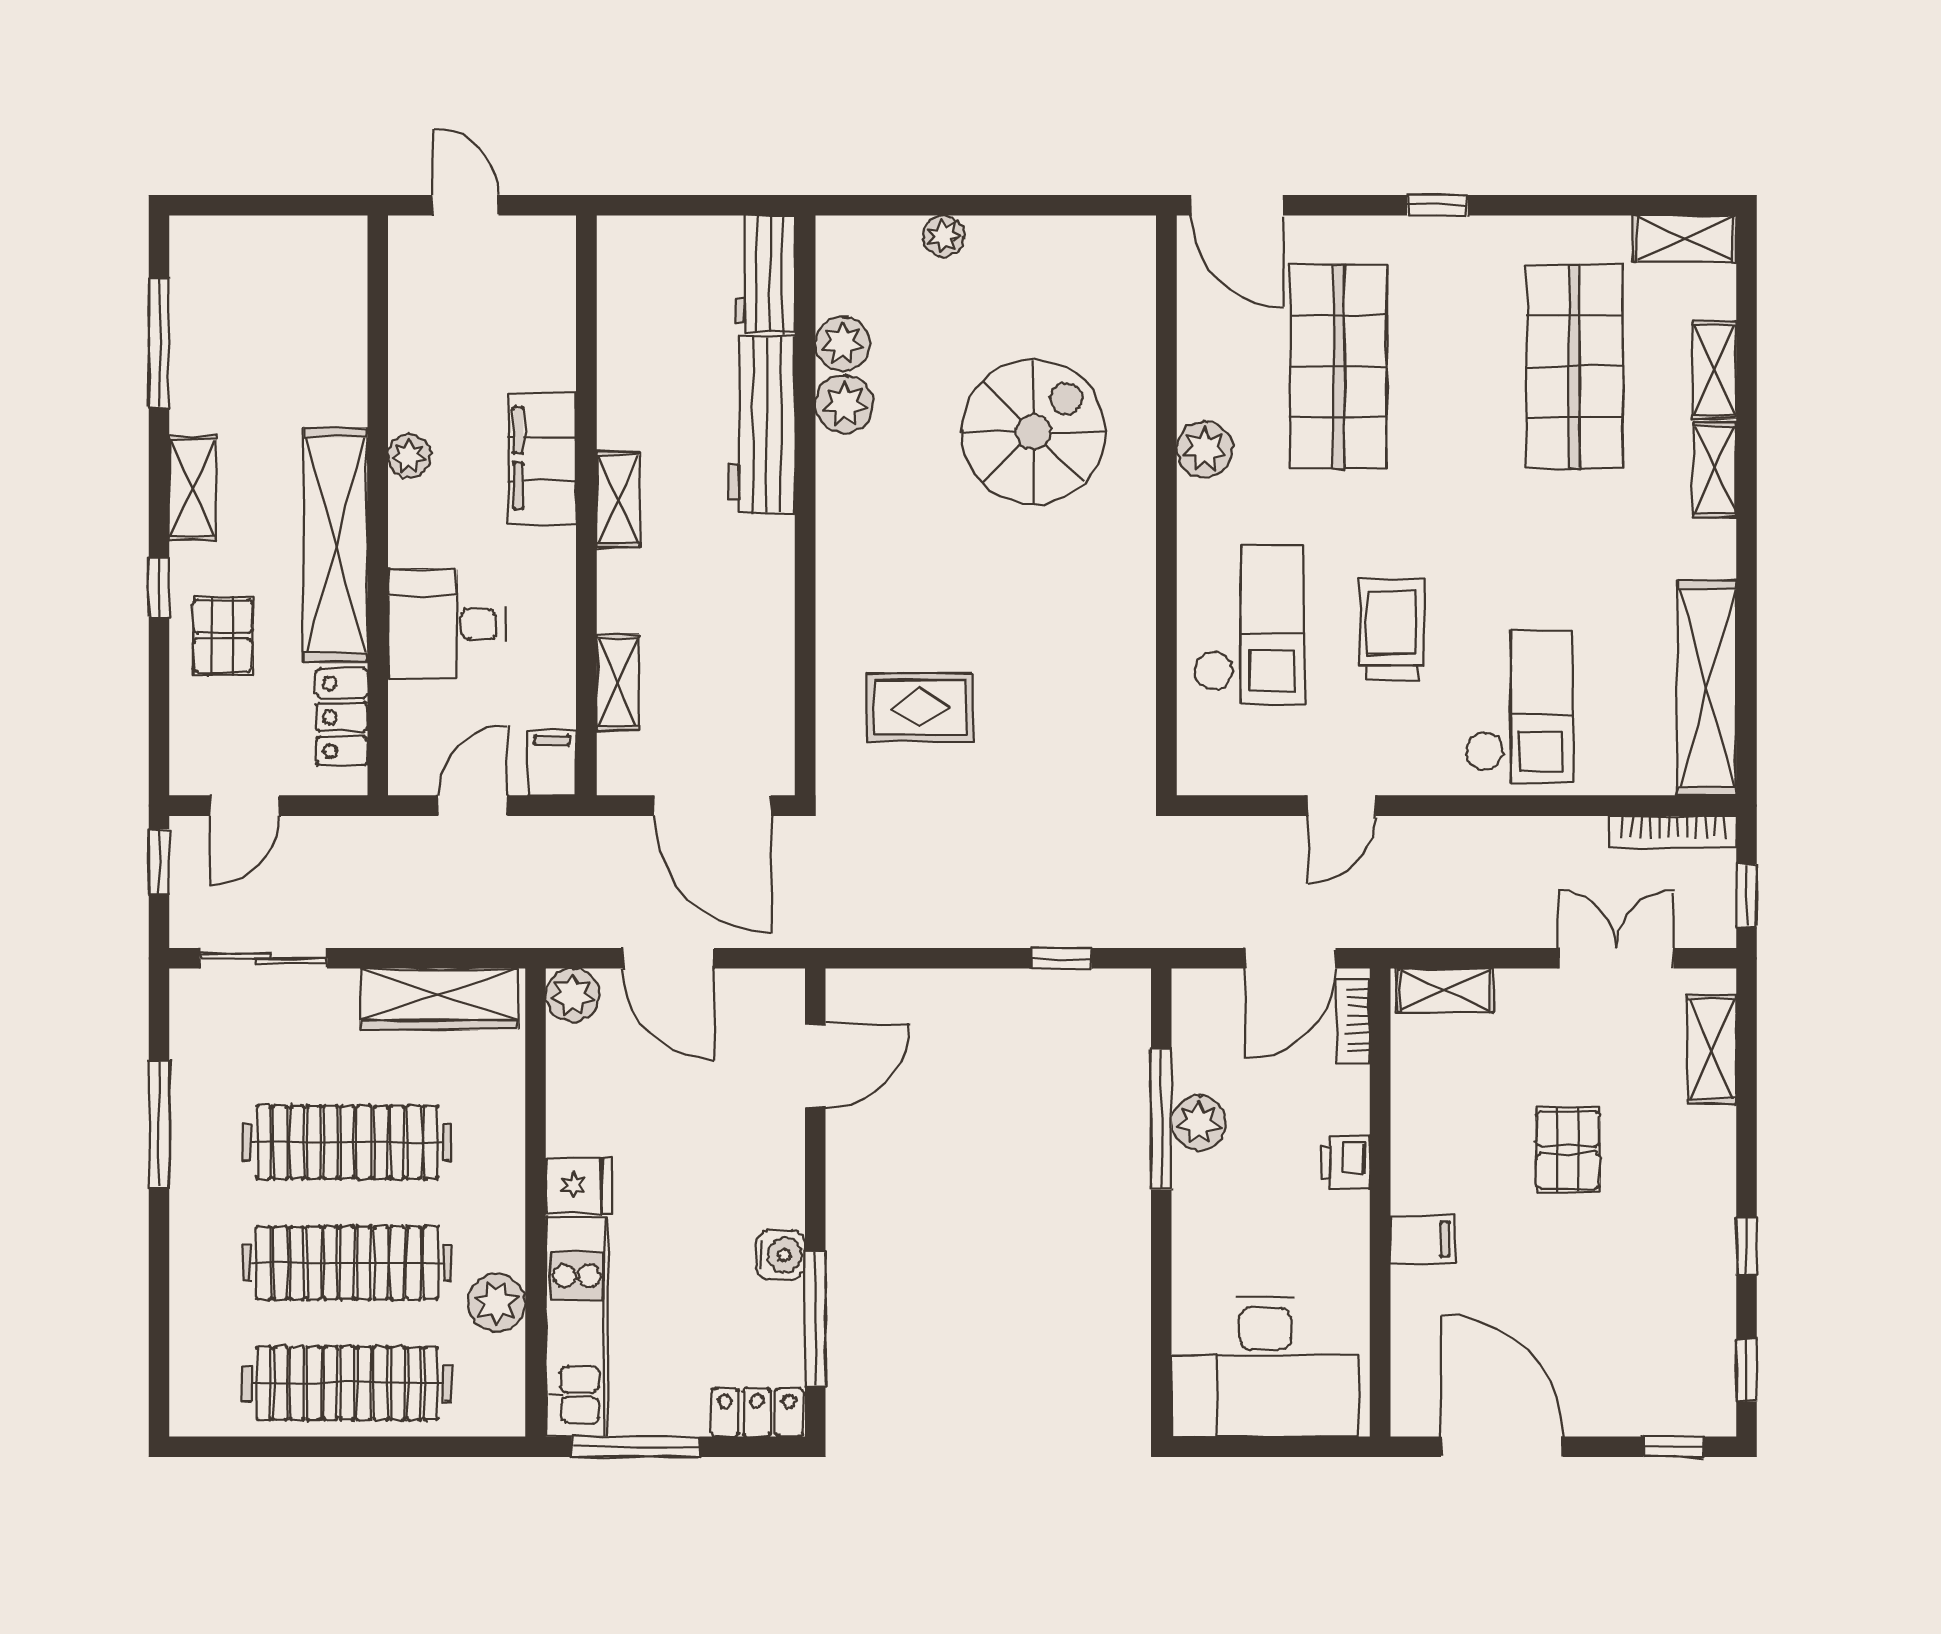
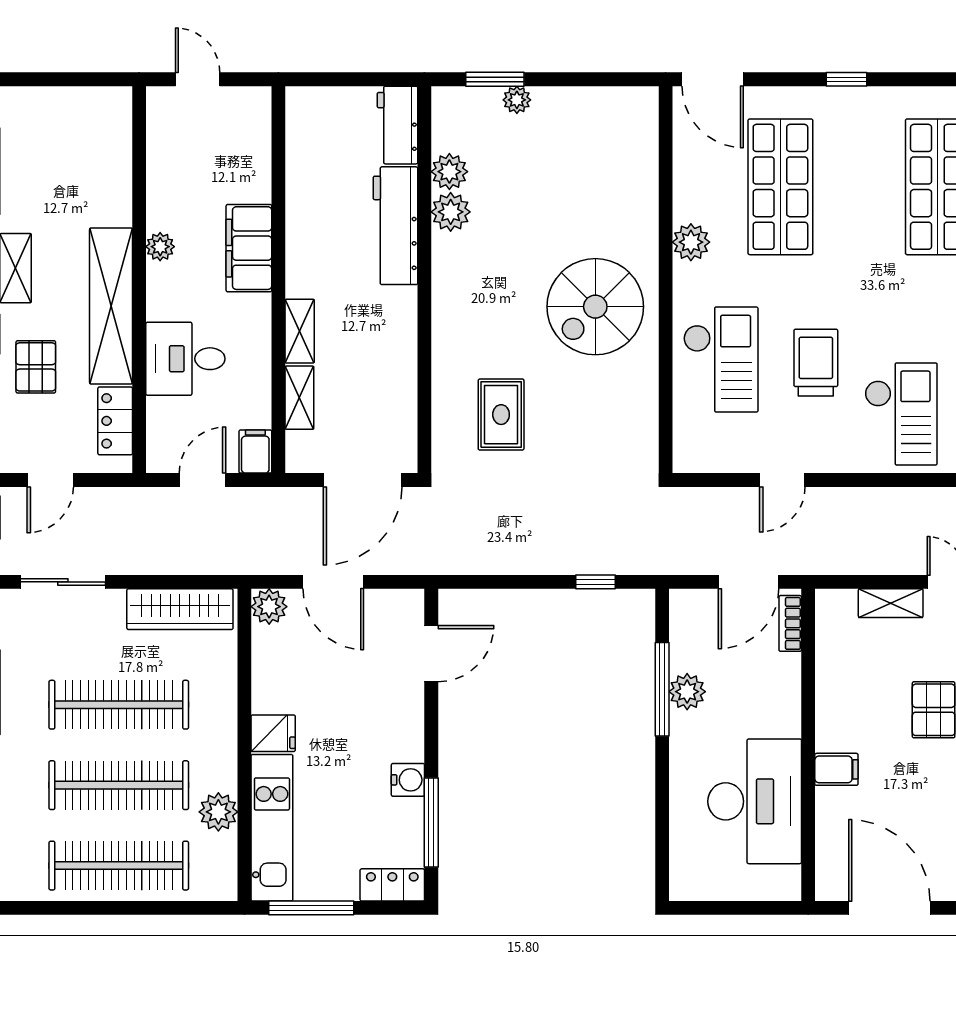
window: (911, 205) -> (495, 79), added
spiral stairs: (1033, 432) -> (595, 307), moved, turned 180
shelving: (618, 499) -> (300, 331), moved
rug: (920, 708) -> (501, 415), turned 90
door: (712, 806) -> (363, 480), hinge flipped
shelving: (1445, 990) -> (891, 603), moved
printer: (1345, 1163) -> (785, 718), removed
desk: (1265, 1367) -> (755, 801), moved, turned -90

